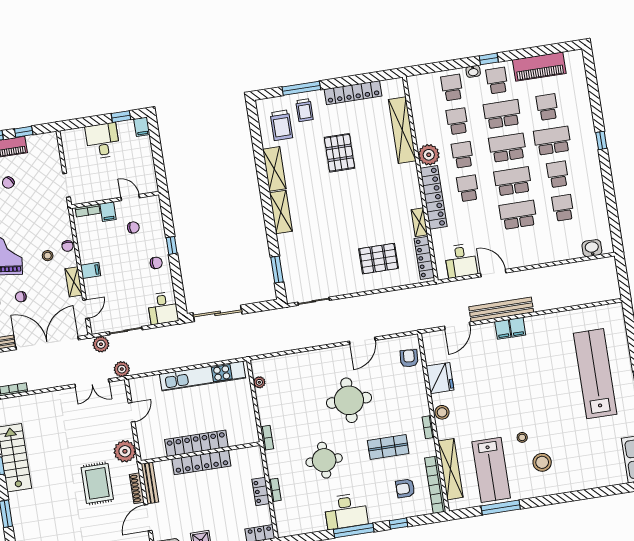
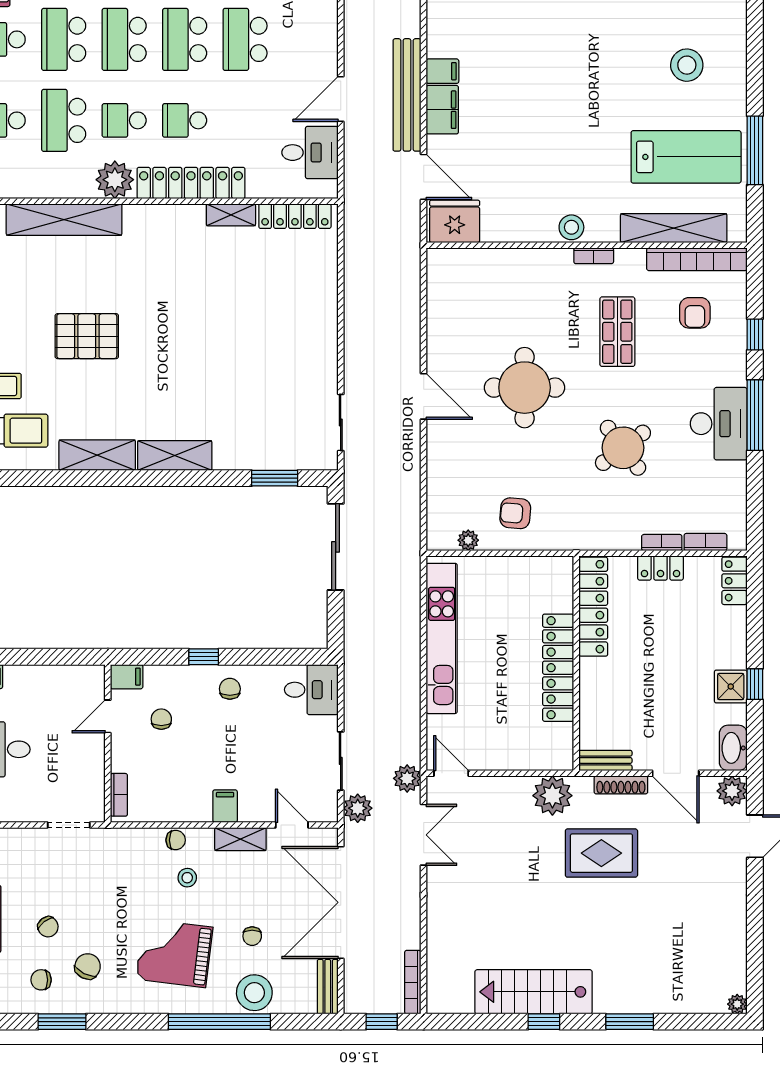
school desk: (457, 121) -> (64, 120), width x1.85
filing cabinet: (108, 212) -> (127, 677), moved
pallet: (379, 259) -> (284, 296), removed
sliding door: (218, 313) -> (336, 547), moved
filing cabinet: (503, 329) -> (442, 110), width x2.00
door: (362, 341) -> (424, 396), moved
armchair: (409, 358) -> (515, 513), moved
fridge: (440, 378) -> (455, 221), moved
door: (132, 412) -> (451, 773), moved
stool: (522, 437) -> (637, 93), removed
bookcase: (267, 438) -> (705, 542), moved
round table: (324, 460) -> (623, 448), turned -37
locker: (201, 462) -> (593, 607), moved
bench: (150, 483) -> (605, 760), width x0.73

